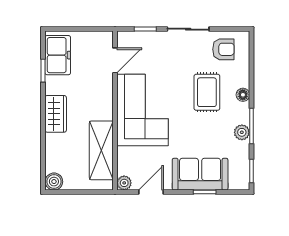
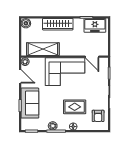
wardrobe: (56, 114) -> (58, 24), width x1.50

